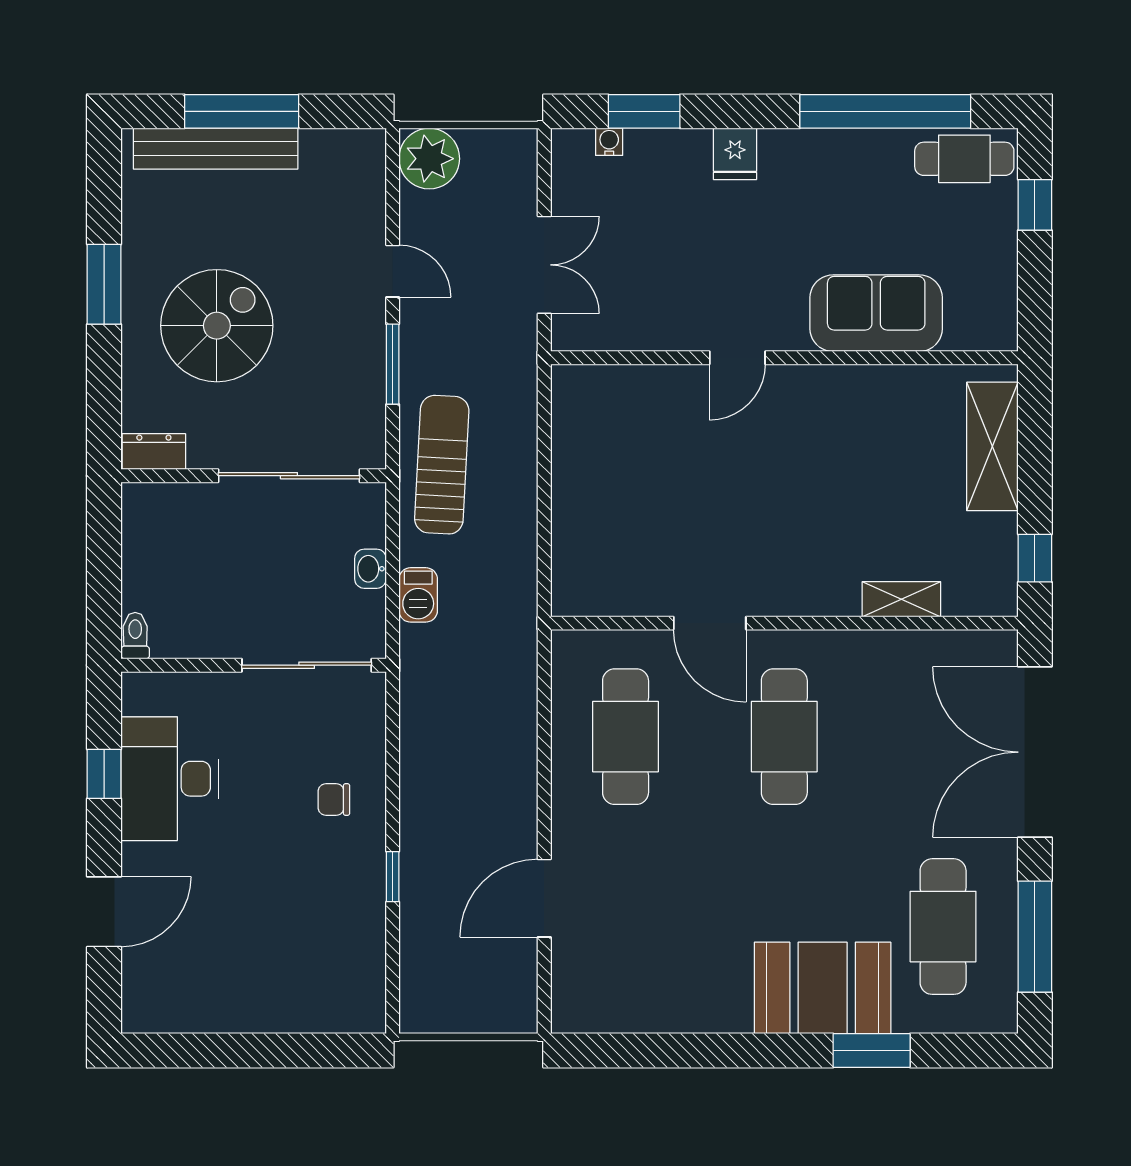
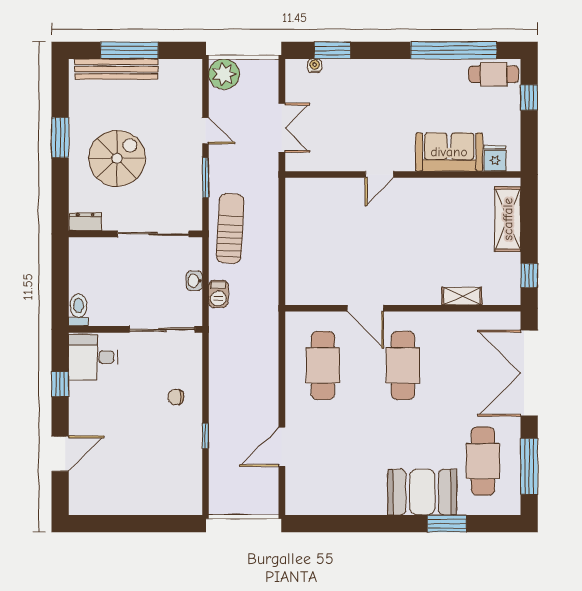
fridge: (735, 154) -> (495, 158), moved, turned 180
toilet: (135, 636) -> (79, 310), width x1.37, depth x1.39
desk: (170, 779) -> (93, 357), moved, width x0.73

